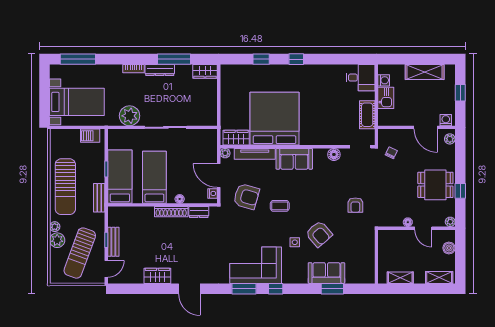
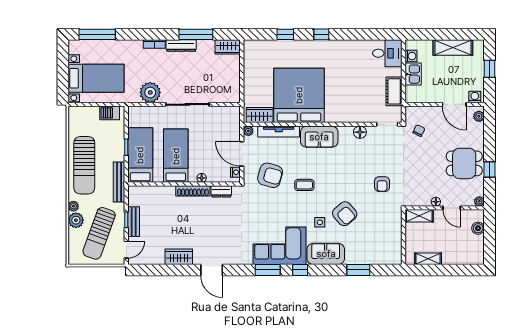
bench: (99, 198) -> (119, 182), width x1.36
sofa: (326, 273) -> (326, 254), moved
shelving: (439, 277) -> (419, 216), moved

